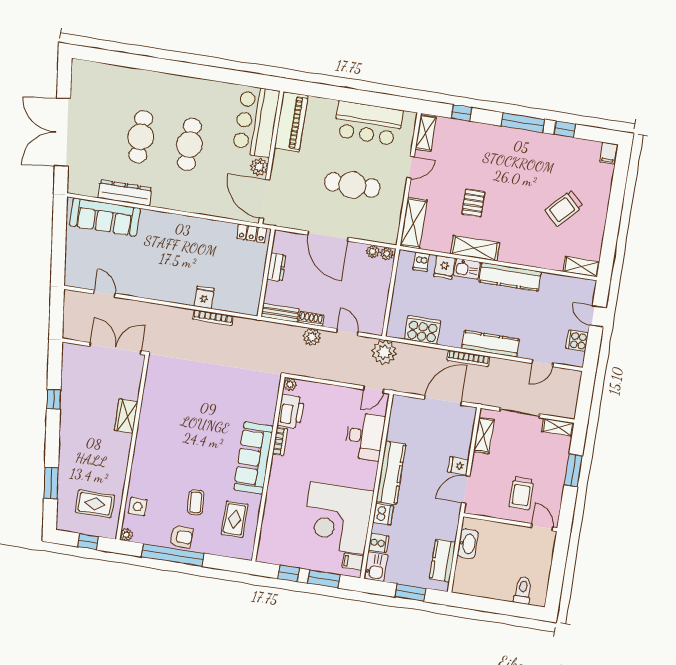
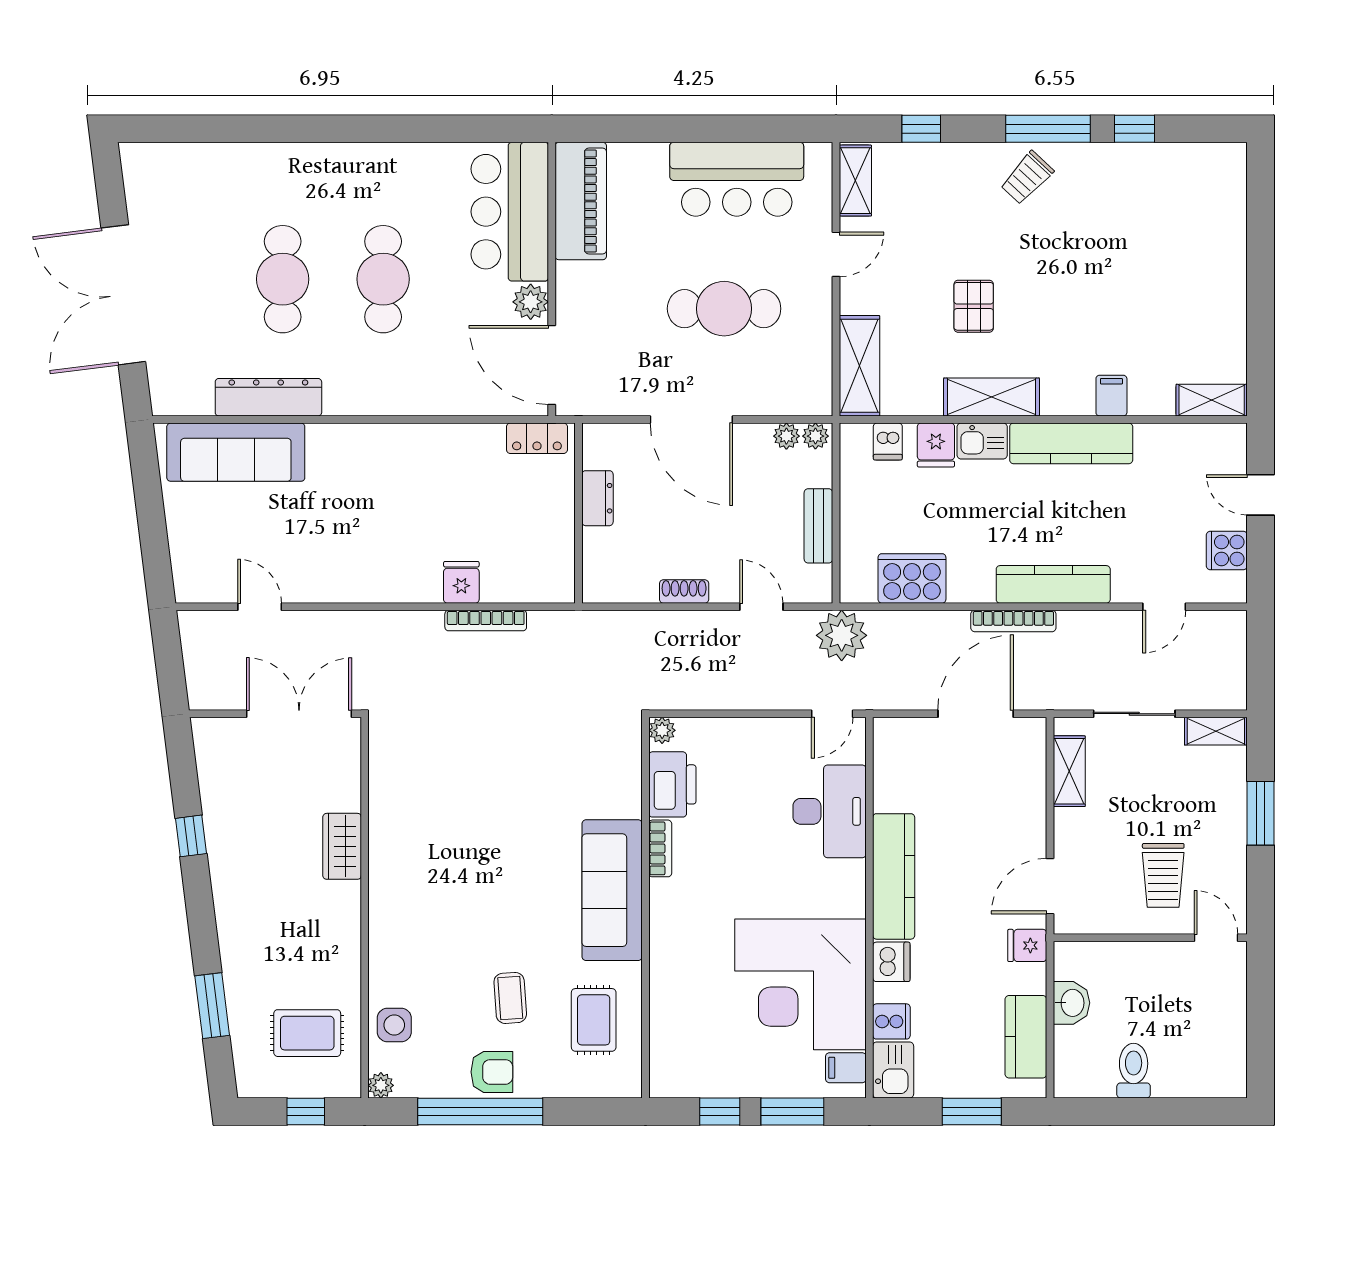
filing cabinet: (608, 153) -> (1111, 396), moved, turned 180
trolley: (564, 208) -> (1027, 178), moved, width x0.73, depth x0.72
bench: (280, 313) -> (818, 526), moved, turned 90
plant: (312, 337) -> (691, 628), removed
fridge: (458, 466) -> (1027, 945), moved
washbasin: (468, 544) -> (1071, 1003), width x0.72
toilet: (523, 590) -> (1134, 1071), moved

